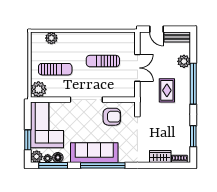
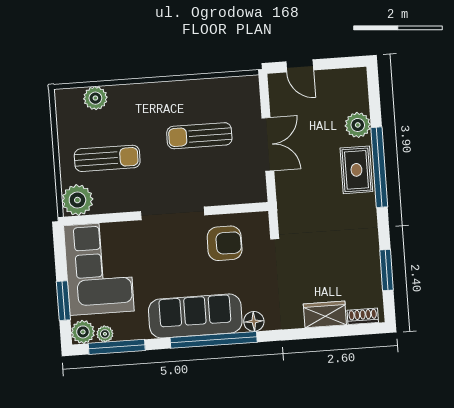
bench: (177, 37) -> (341, 78), removed
rug: (167, 90) -> (356, 170), moved
floor lamp: (58, 157) -> (254, 321), moved

